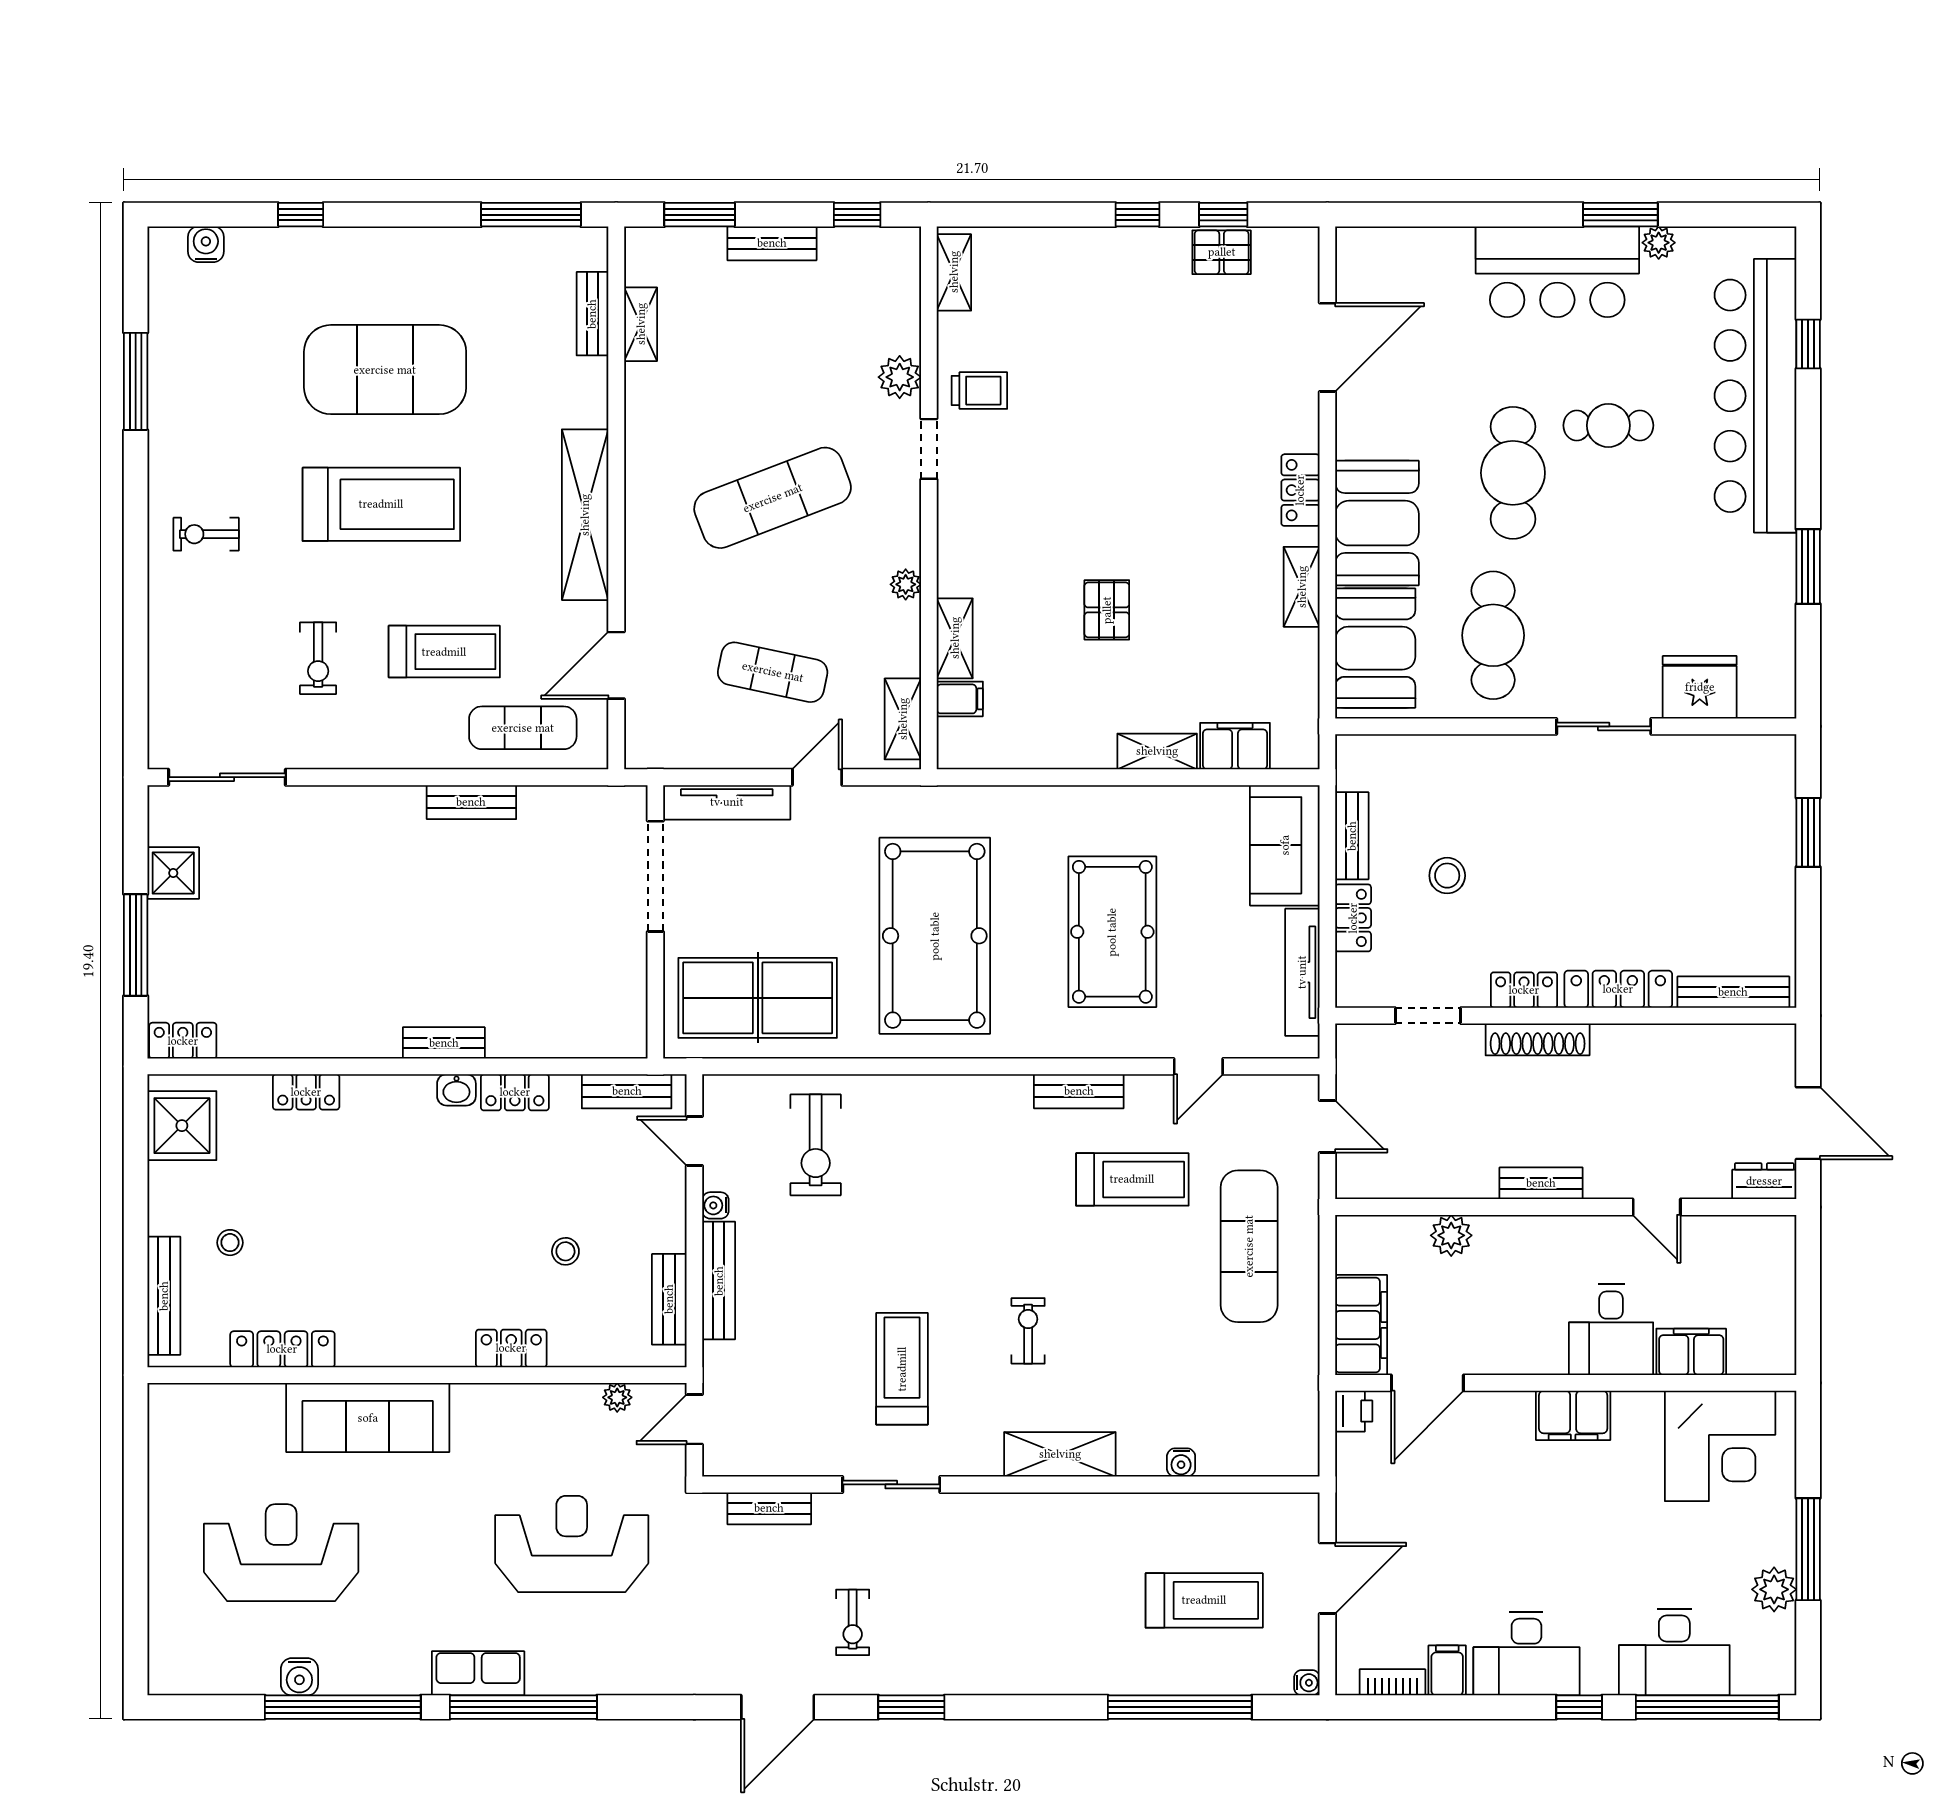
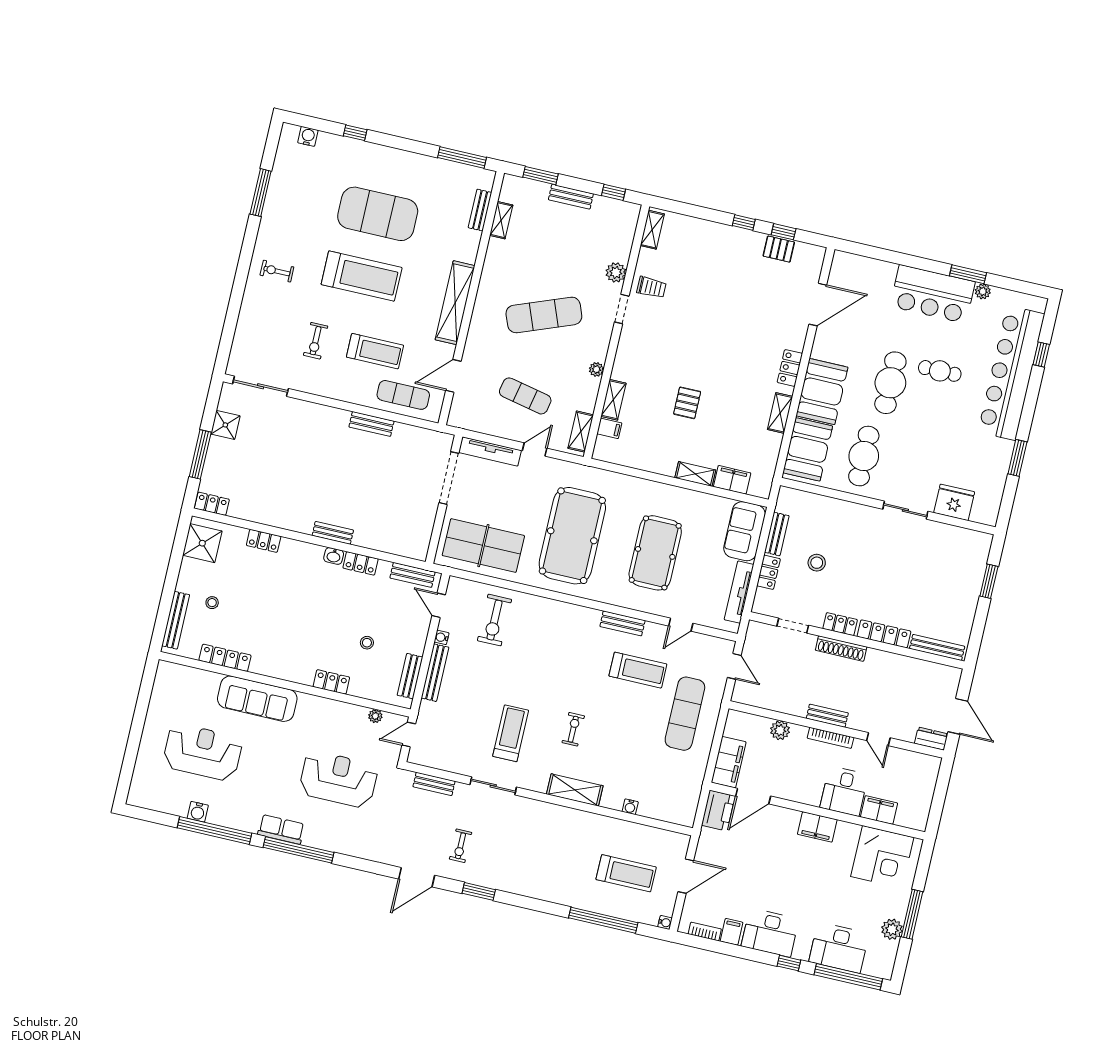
bookcase: (1558, 1227) -> (831, 738), added
printer: (1354, 1411) -> (718, 811), width x1.87, depth x1.48

